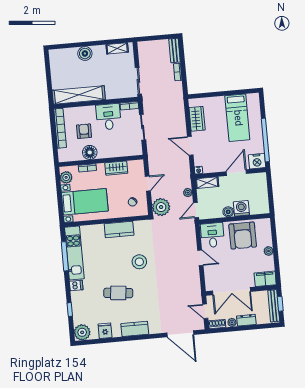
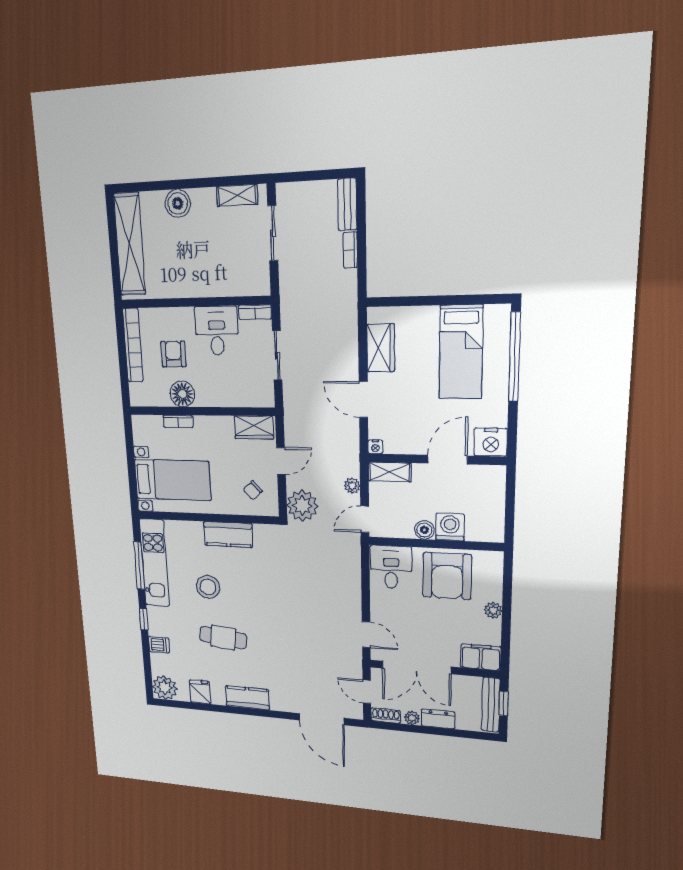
sliding door: (138, 81) -> (273, 233), moved
shelving: (79, 95) -> (130, 244), moved, turned 90
window: (265, 140) -> (514, 357), moved
wardrobe: (116, 168) -> (254, 427), moved
plant: (66, 177) -> (142, 434), removed
door: (200, 258) -> (366, 635), moved
stool: (139, 262) -> (208, 587), moved
dishwasher: (76, 285) -> (159, 645), moved
window: (70, 310) -> (144, 619), moved

